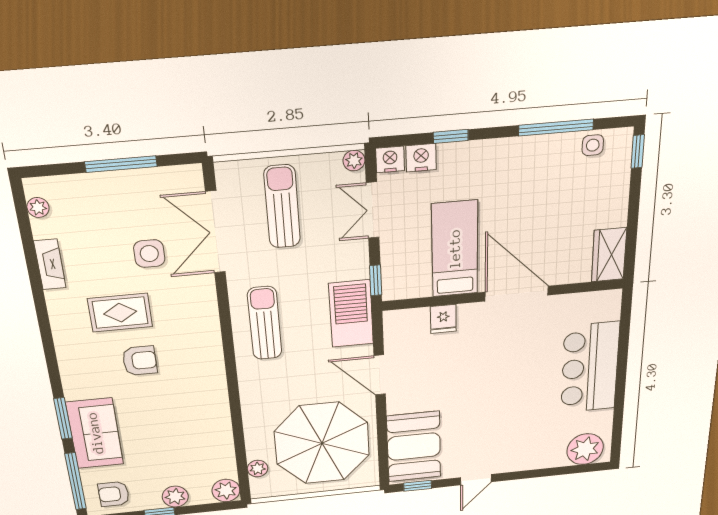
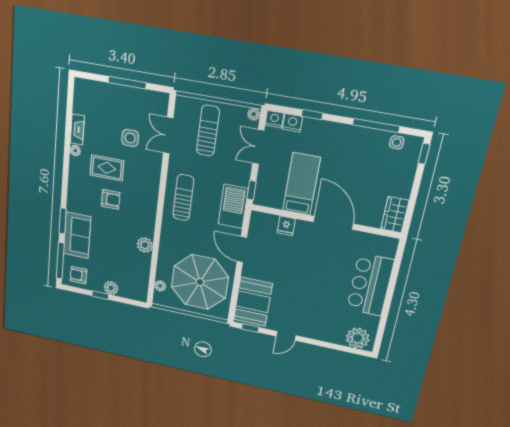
plant: (38, 207) -> (75, 151), moved
double door: (215, 232) -> (168, 136), width x0.73
plant: (226, 490) -> (145, 245), moved

